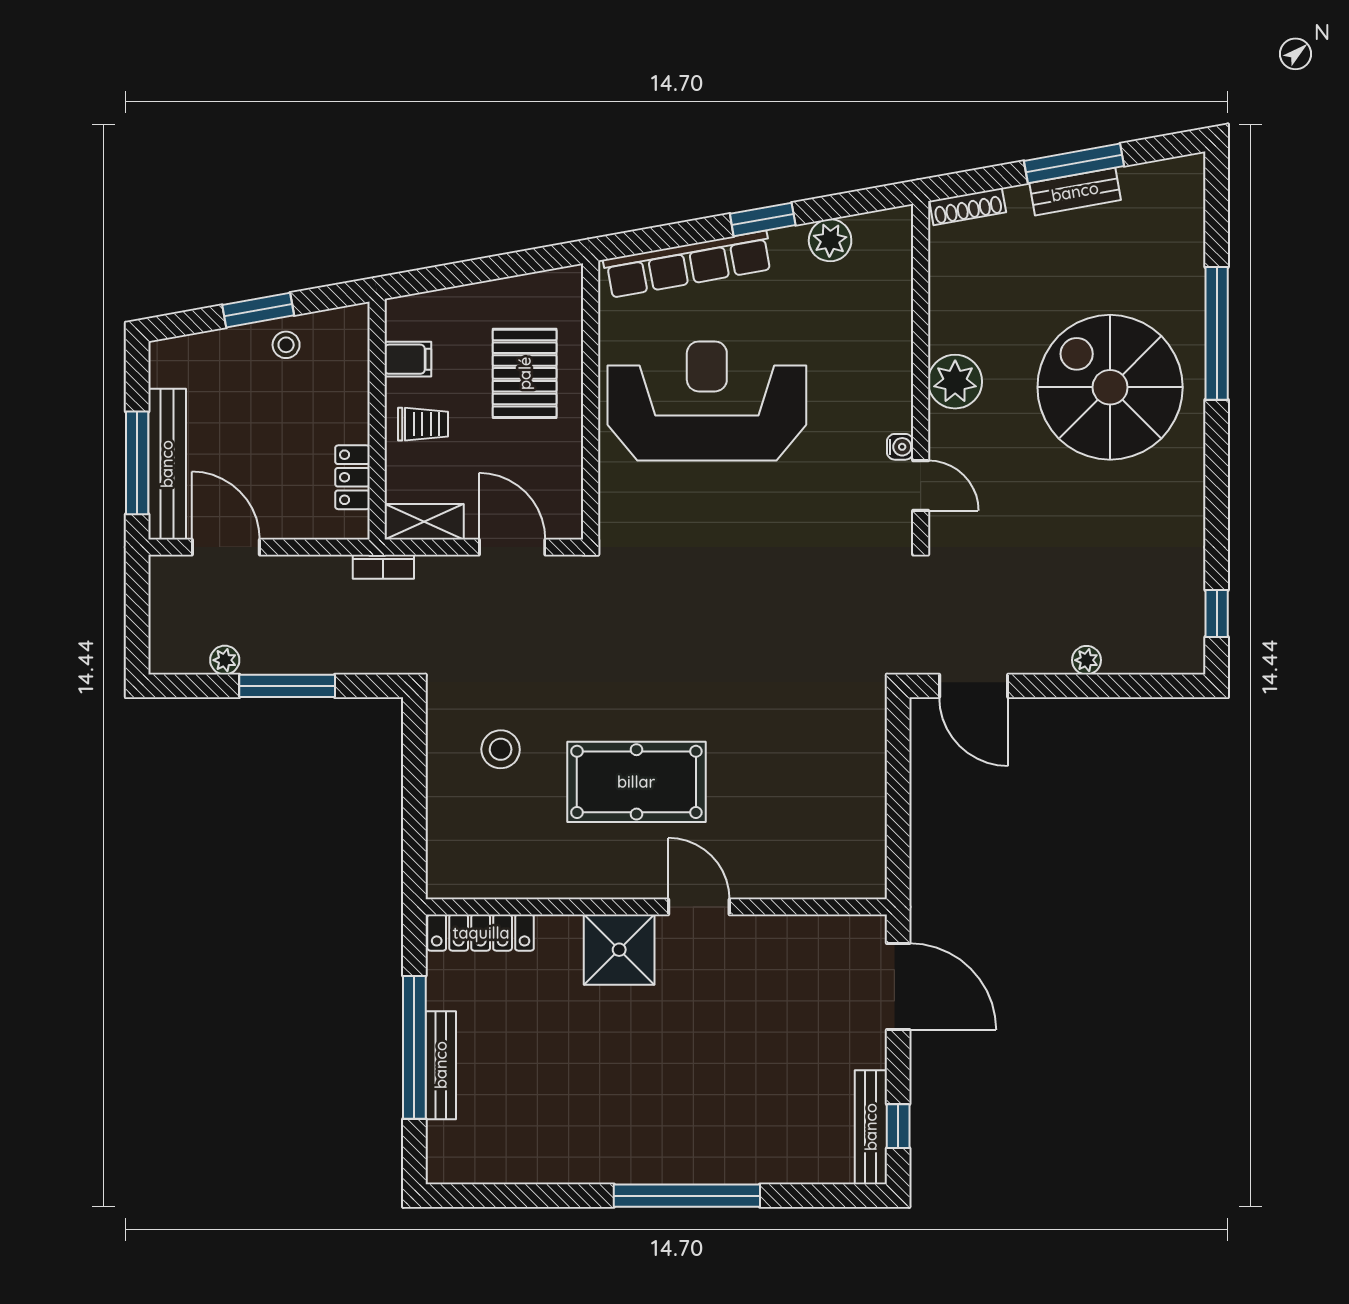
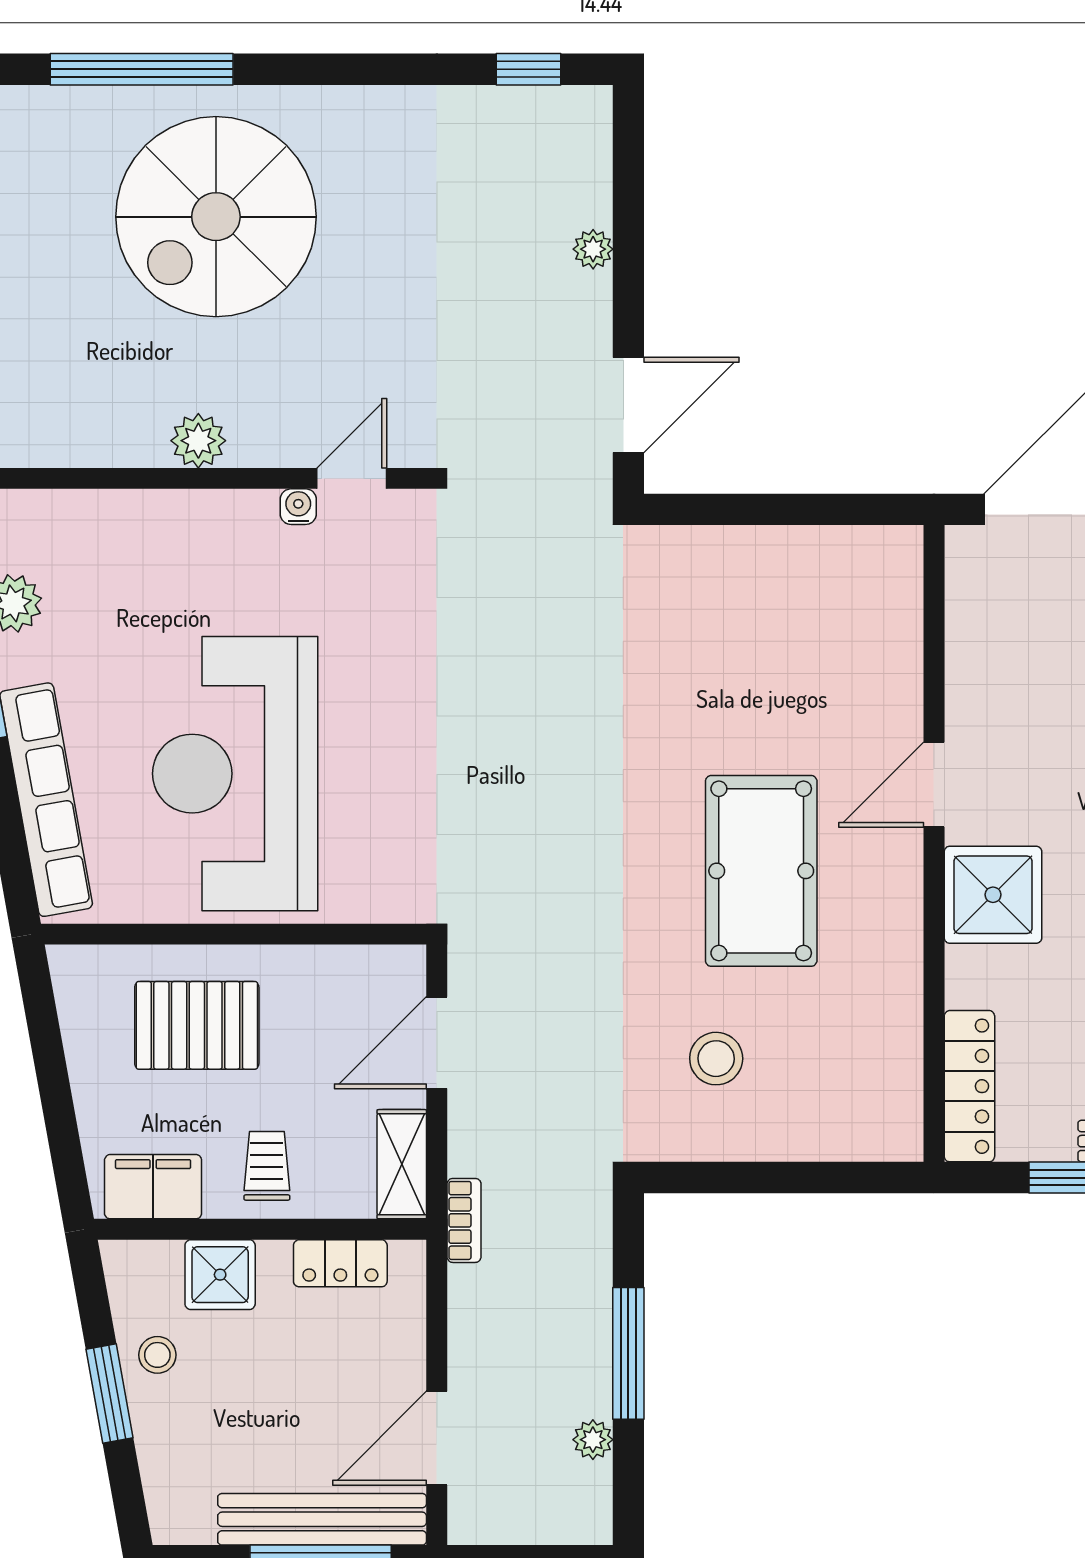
filing cabinet: (408, 359) -> (153, 1187), width x2.00
plant: (955, 382) -> (198, 441), width x0.73, depth x0.73
shower: (344, 390) -> (220, 1275), added

